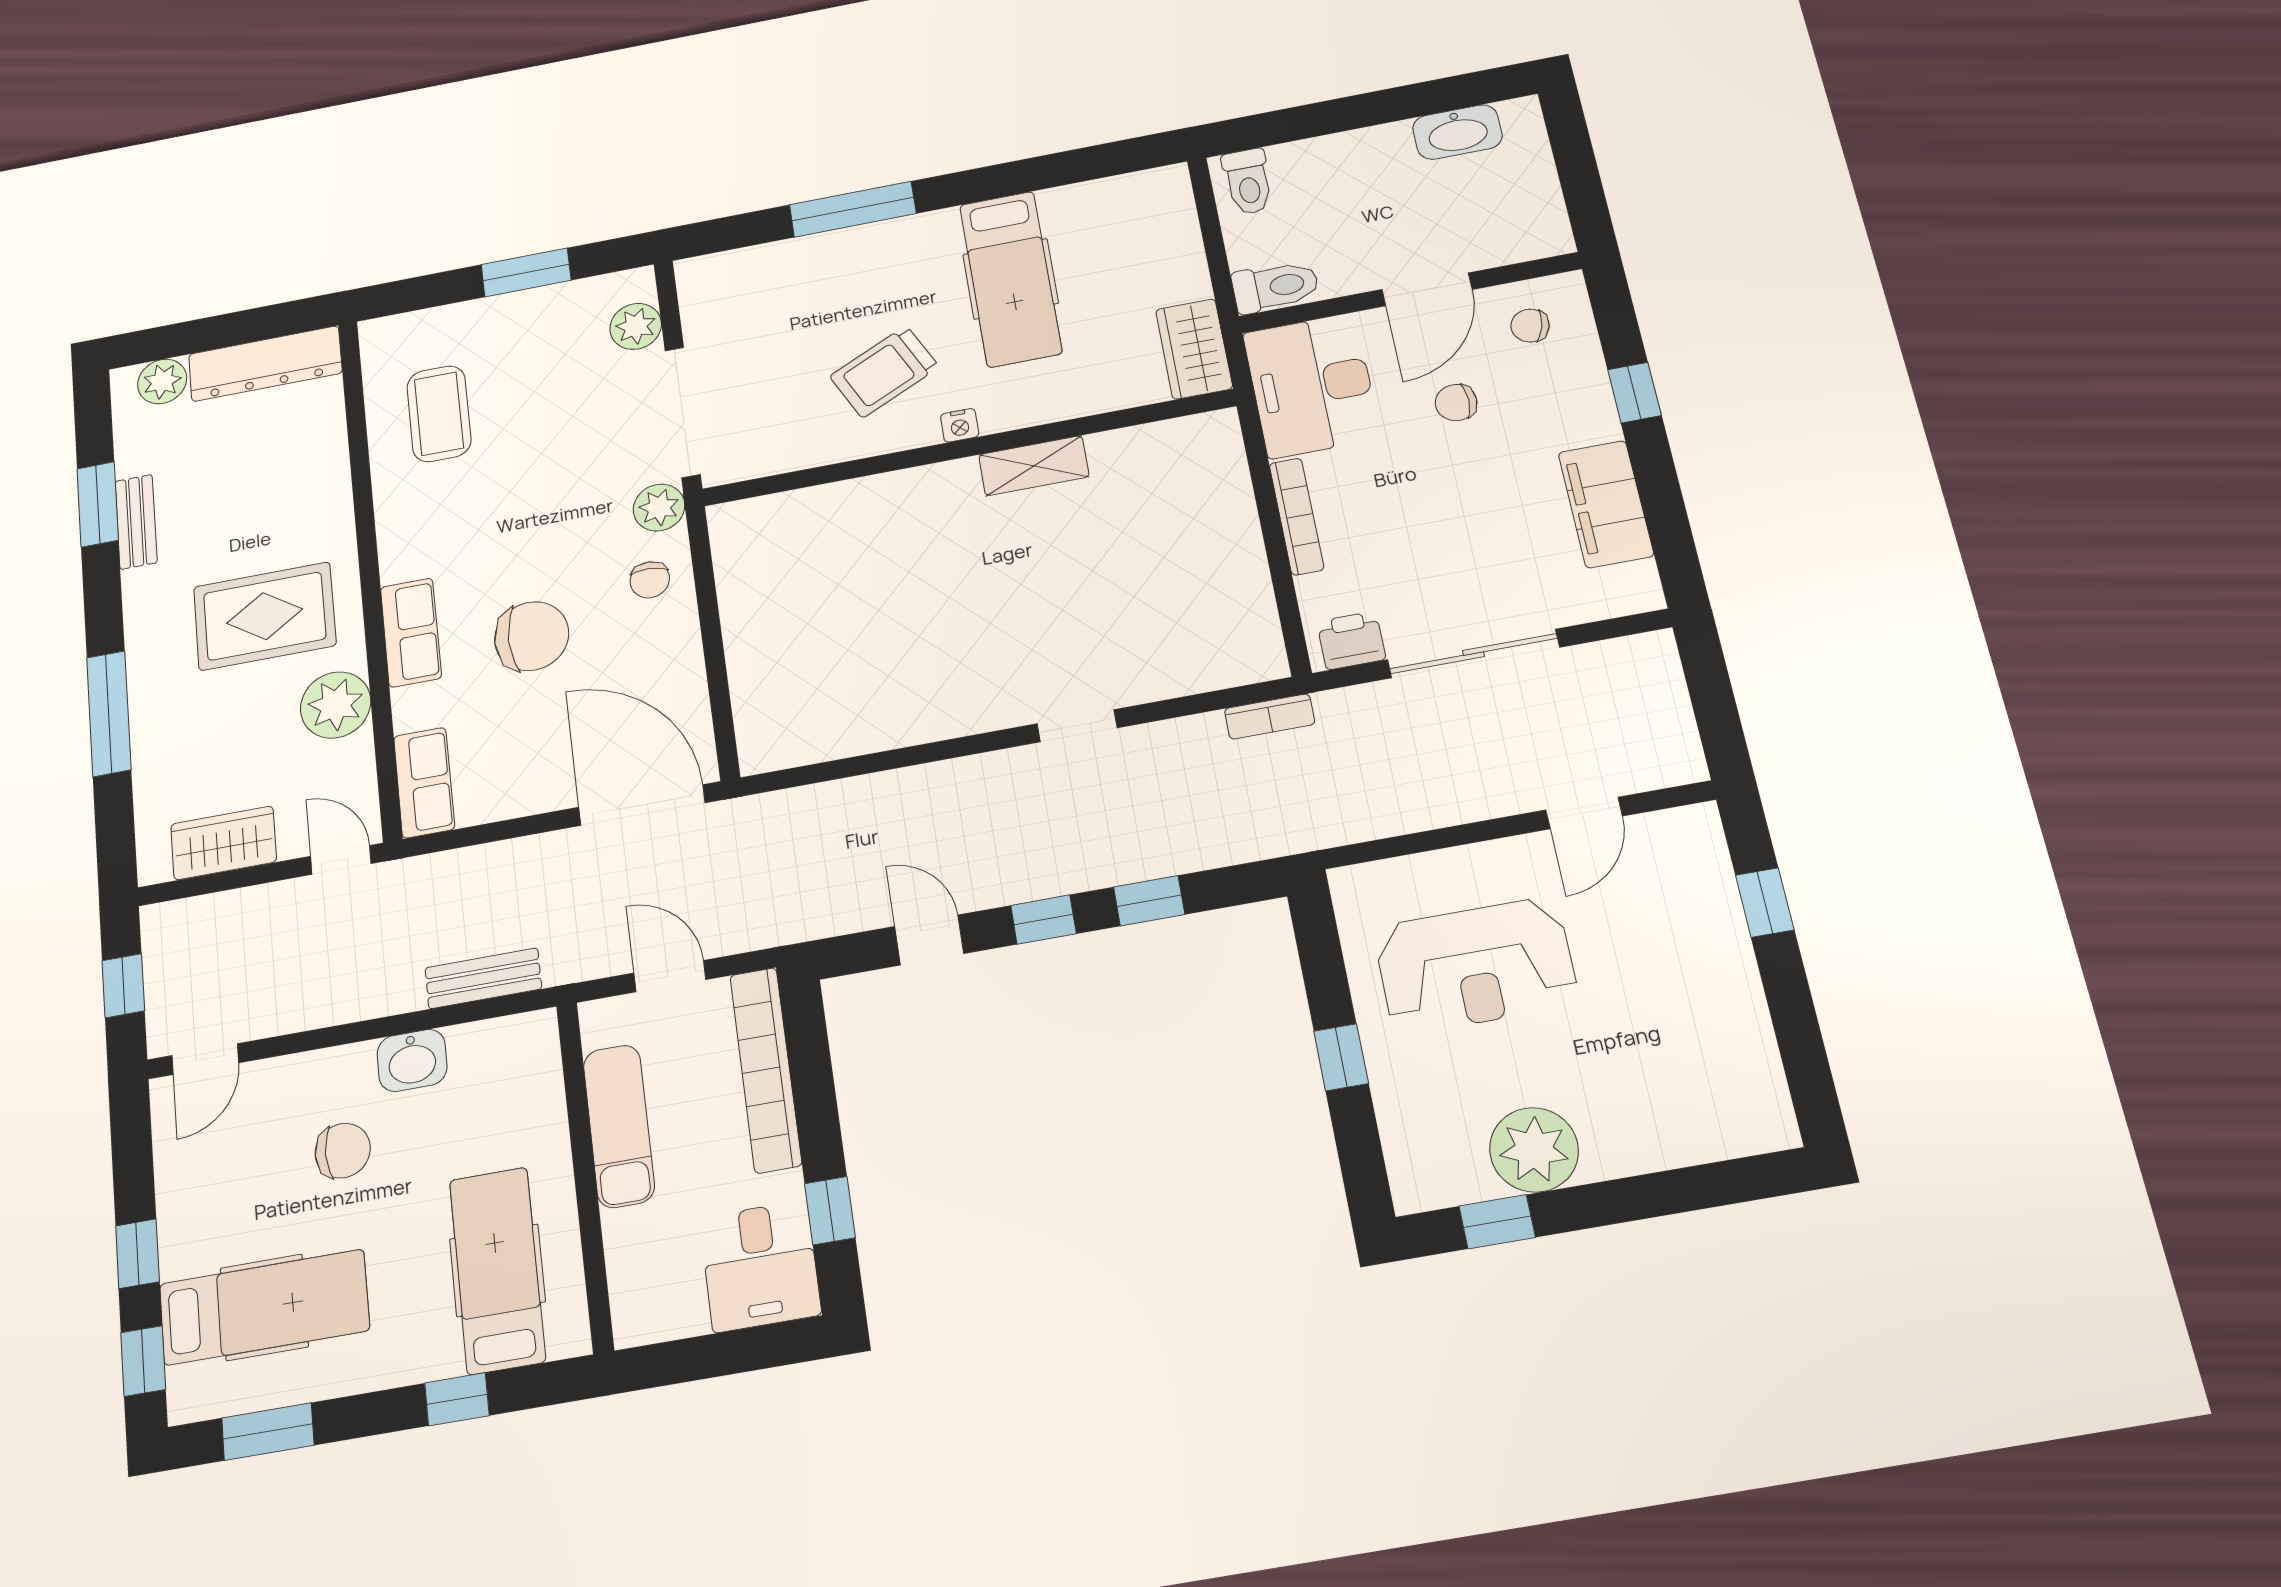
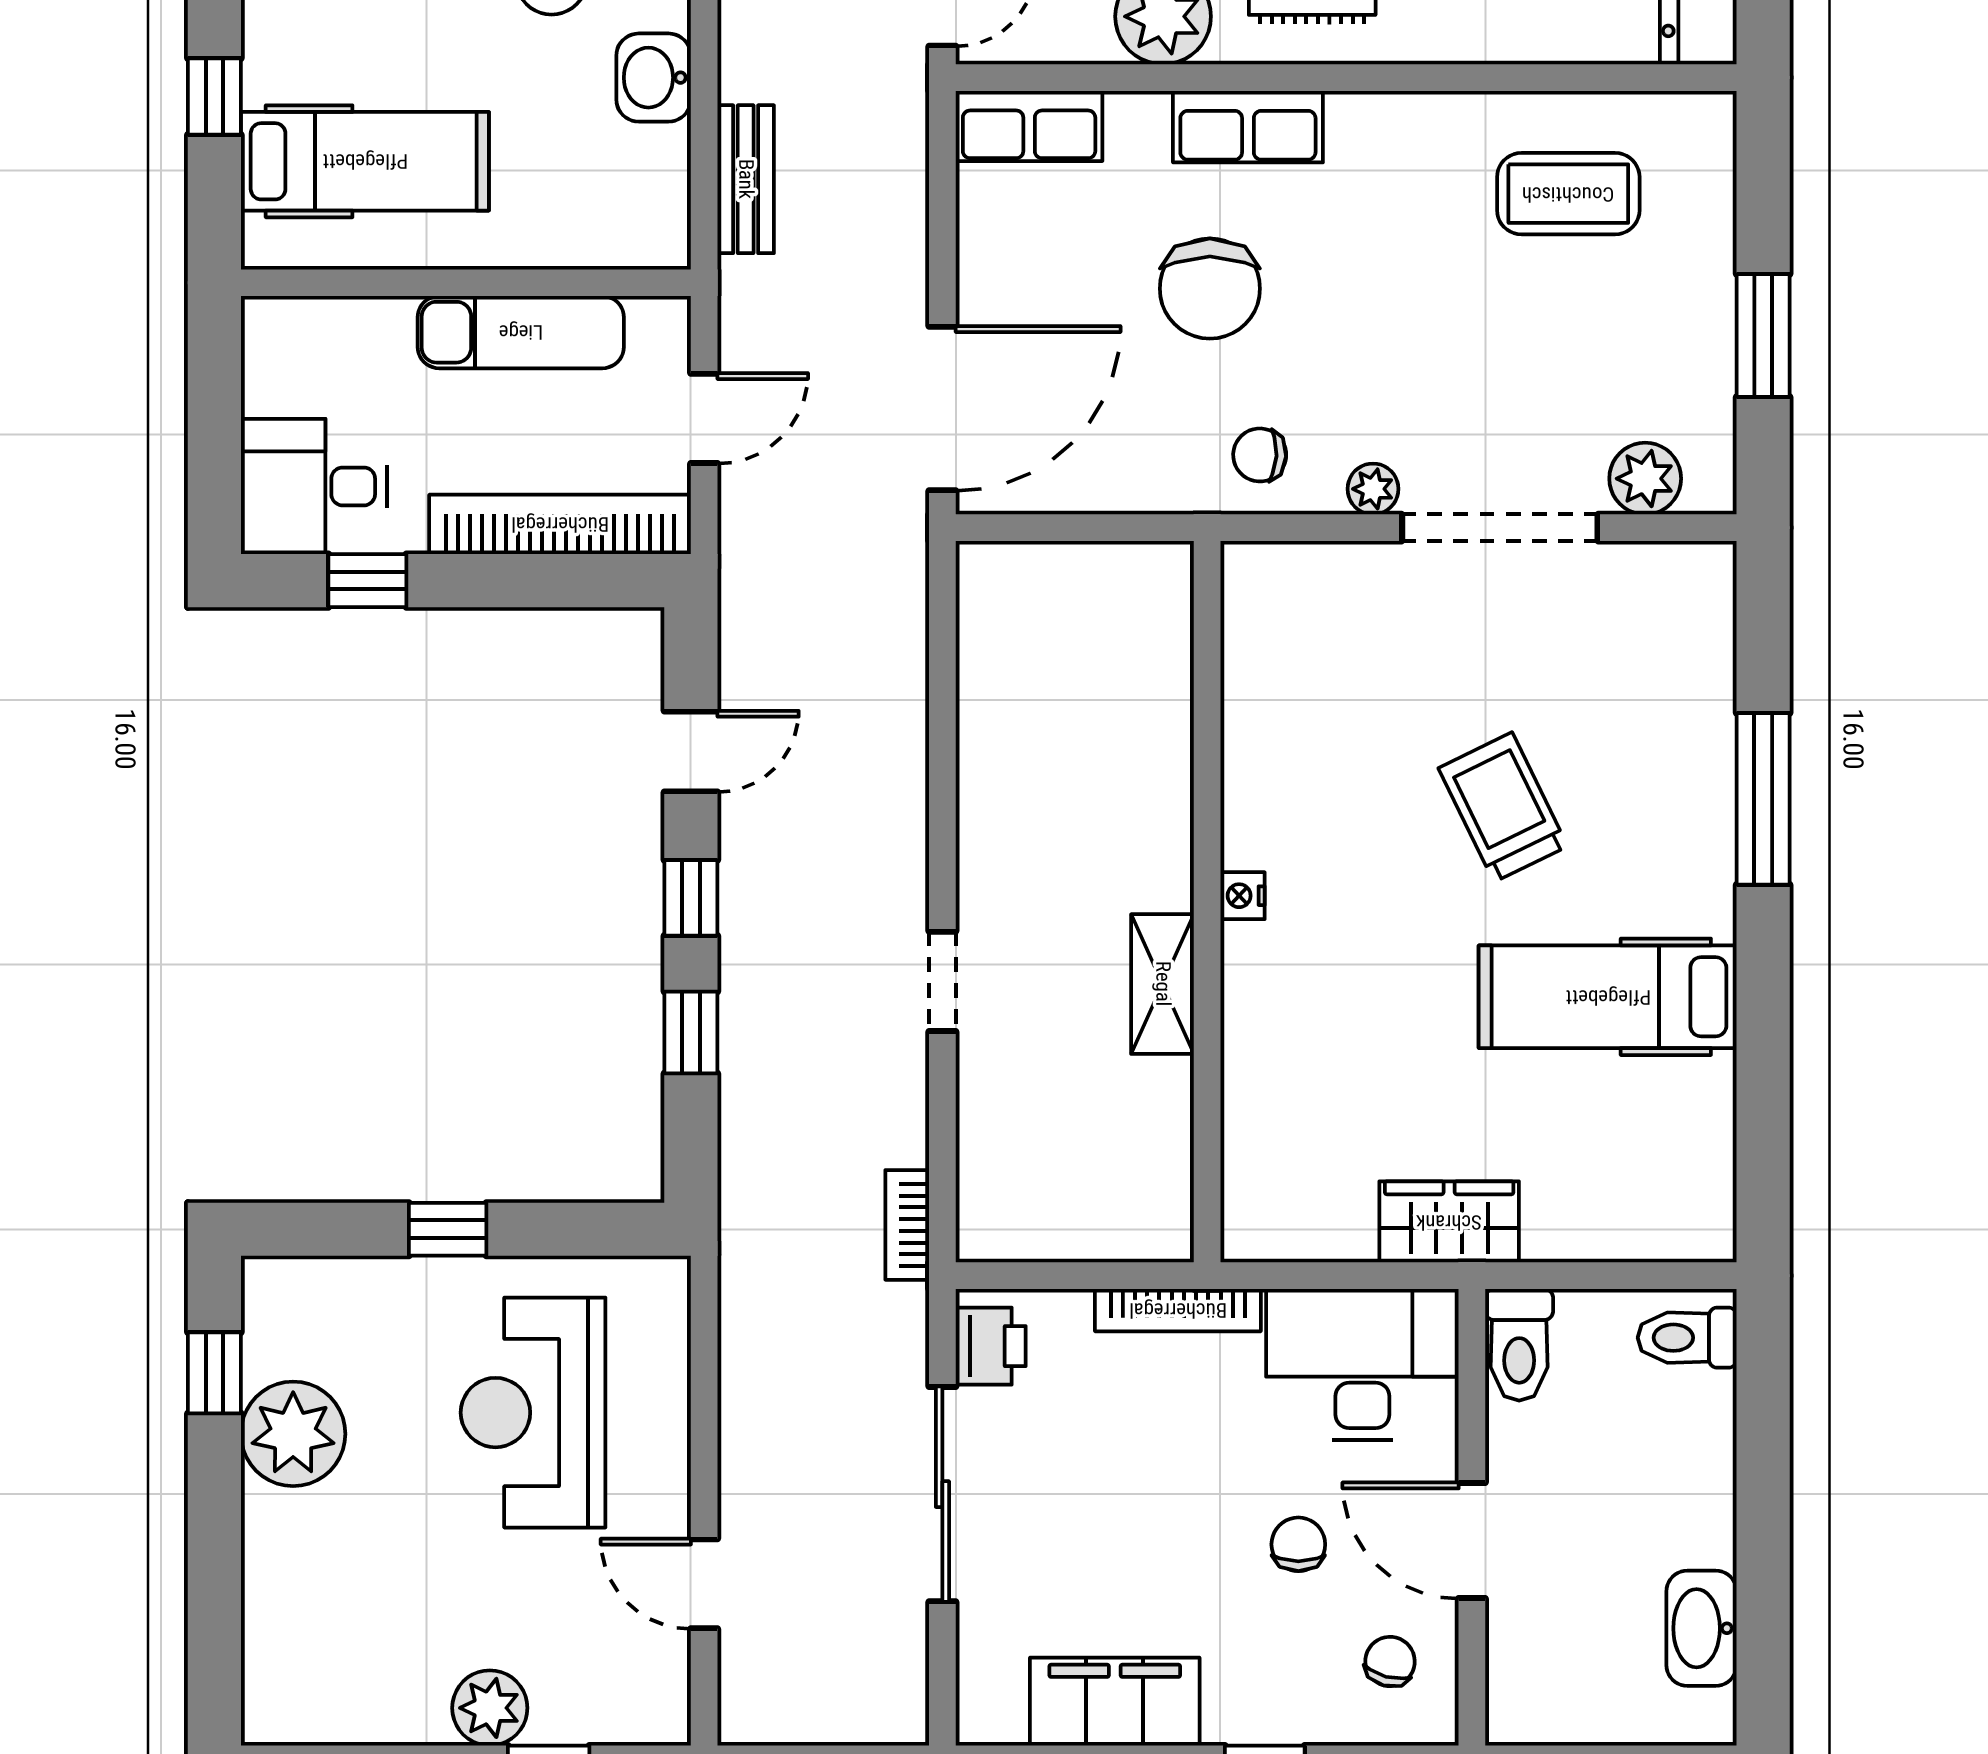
nightstand: (960, 425) -> (1243, 896), moved
wall: (968, 448) -> (1207, 902), moved
shelving: (1034, 466) -> (1163, 984), moved
plant: (659, 508) -> (1373, 489), width x0.73, depth x0.73
plant: (1724, 957) -> (490, 1708), added

